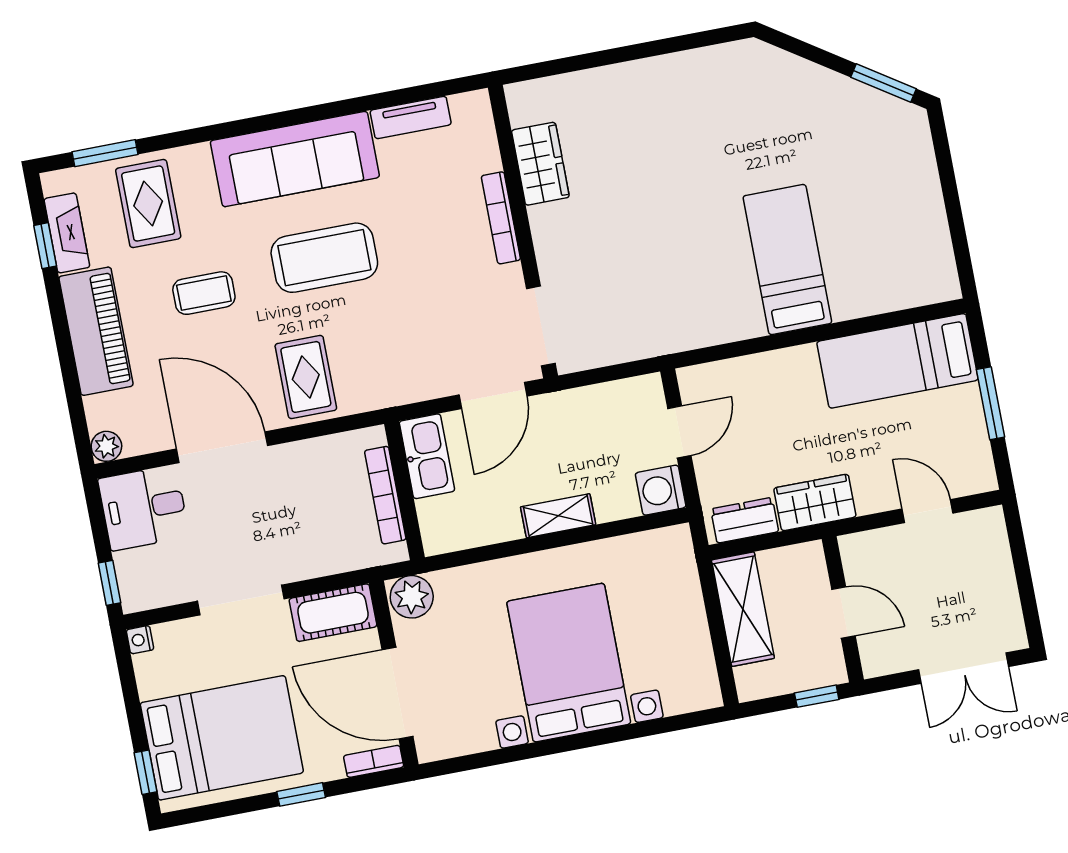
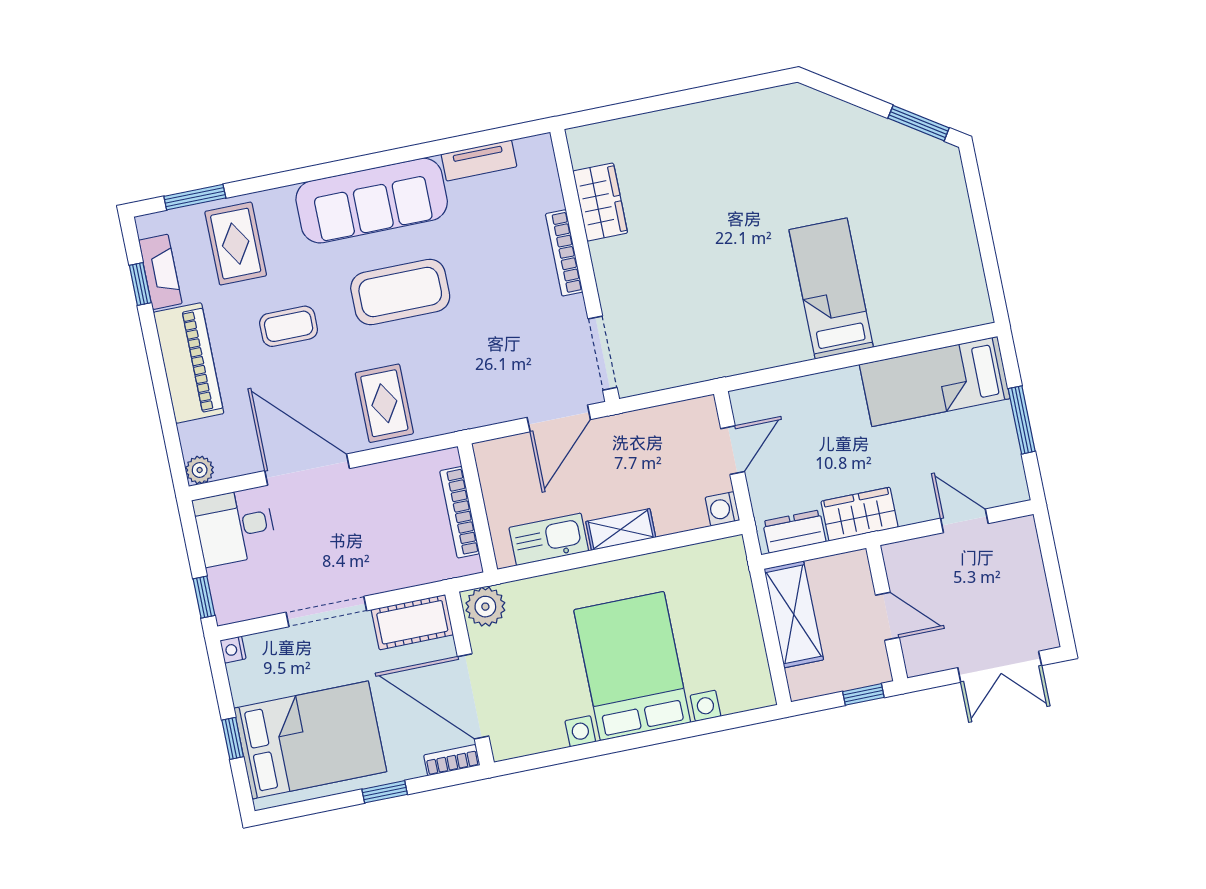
kitchen sink: (427, 456) -> (549, 539), moved, turned -90
washing machine: (661, 490) -> (722, 509), width x0.73, depth x0.73
window: (146, 772) -> (233, 738), moved

